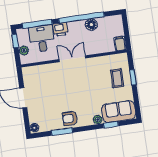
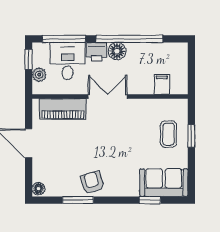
floor lamp: (91, 25) -> (117, 51), moved
filing cabinet: (120, 44) -> (162, 84), moved
piano: (43, 71) -> (63, 109), added
armchair: (70, 118) -> (92, 183), turned 74
plant: (98, 120) -> (132, 190), removed

